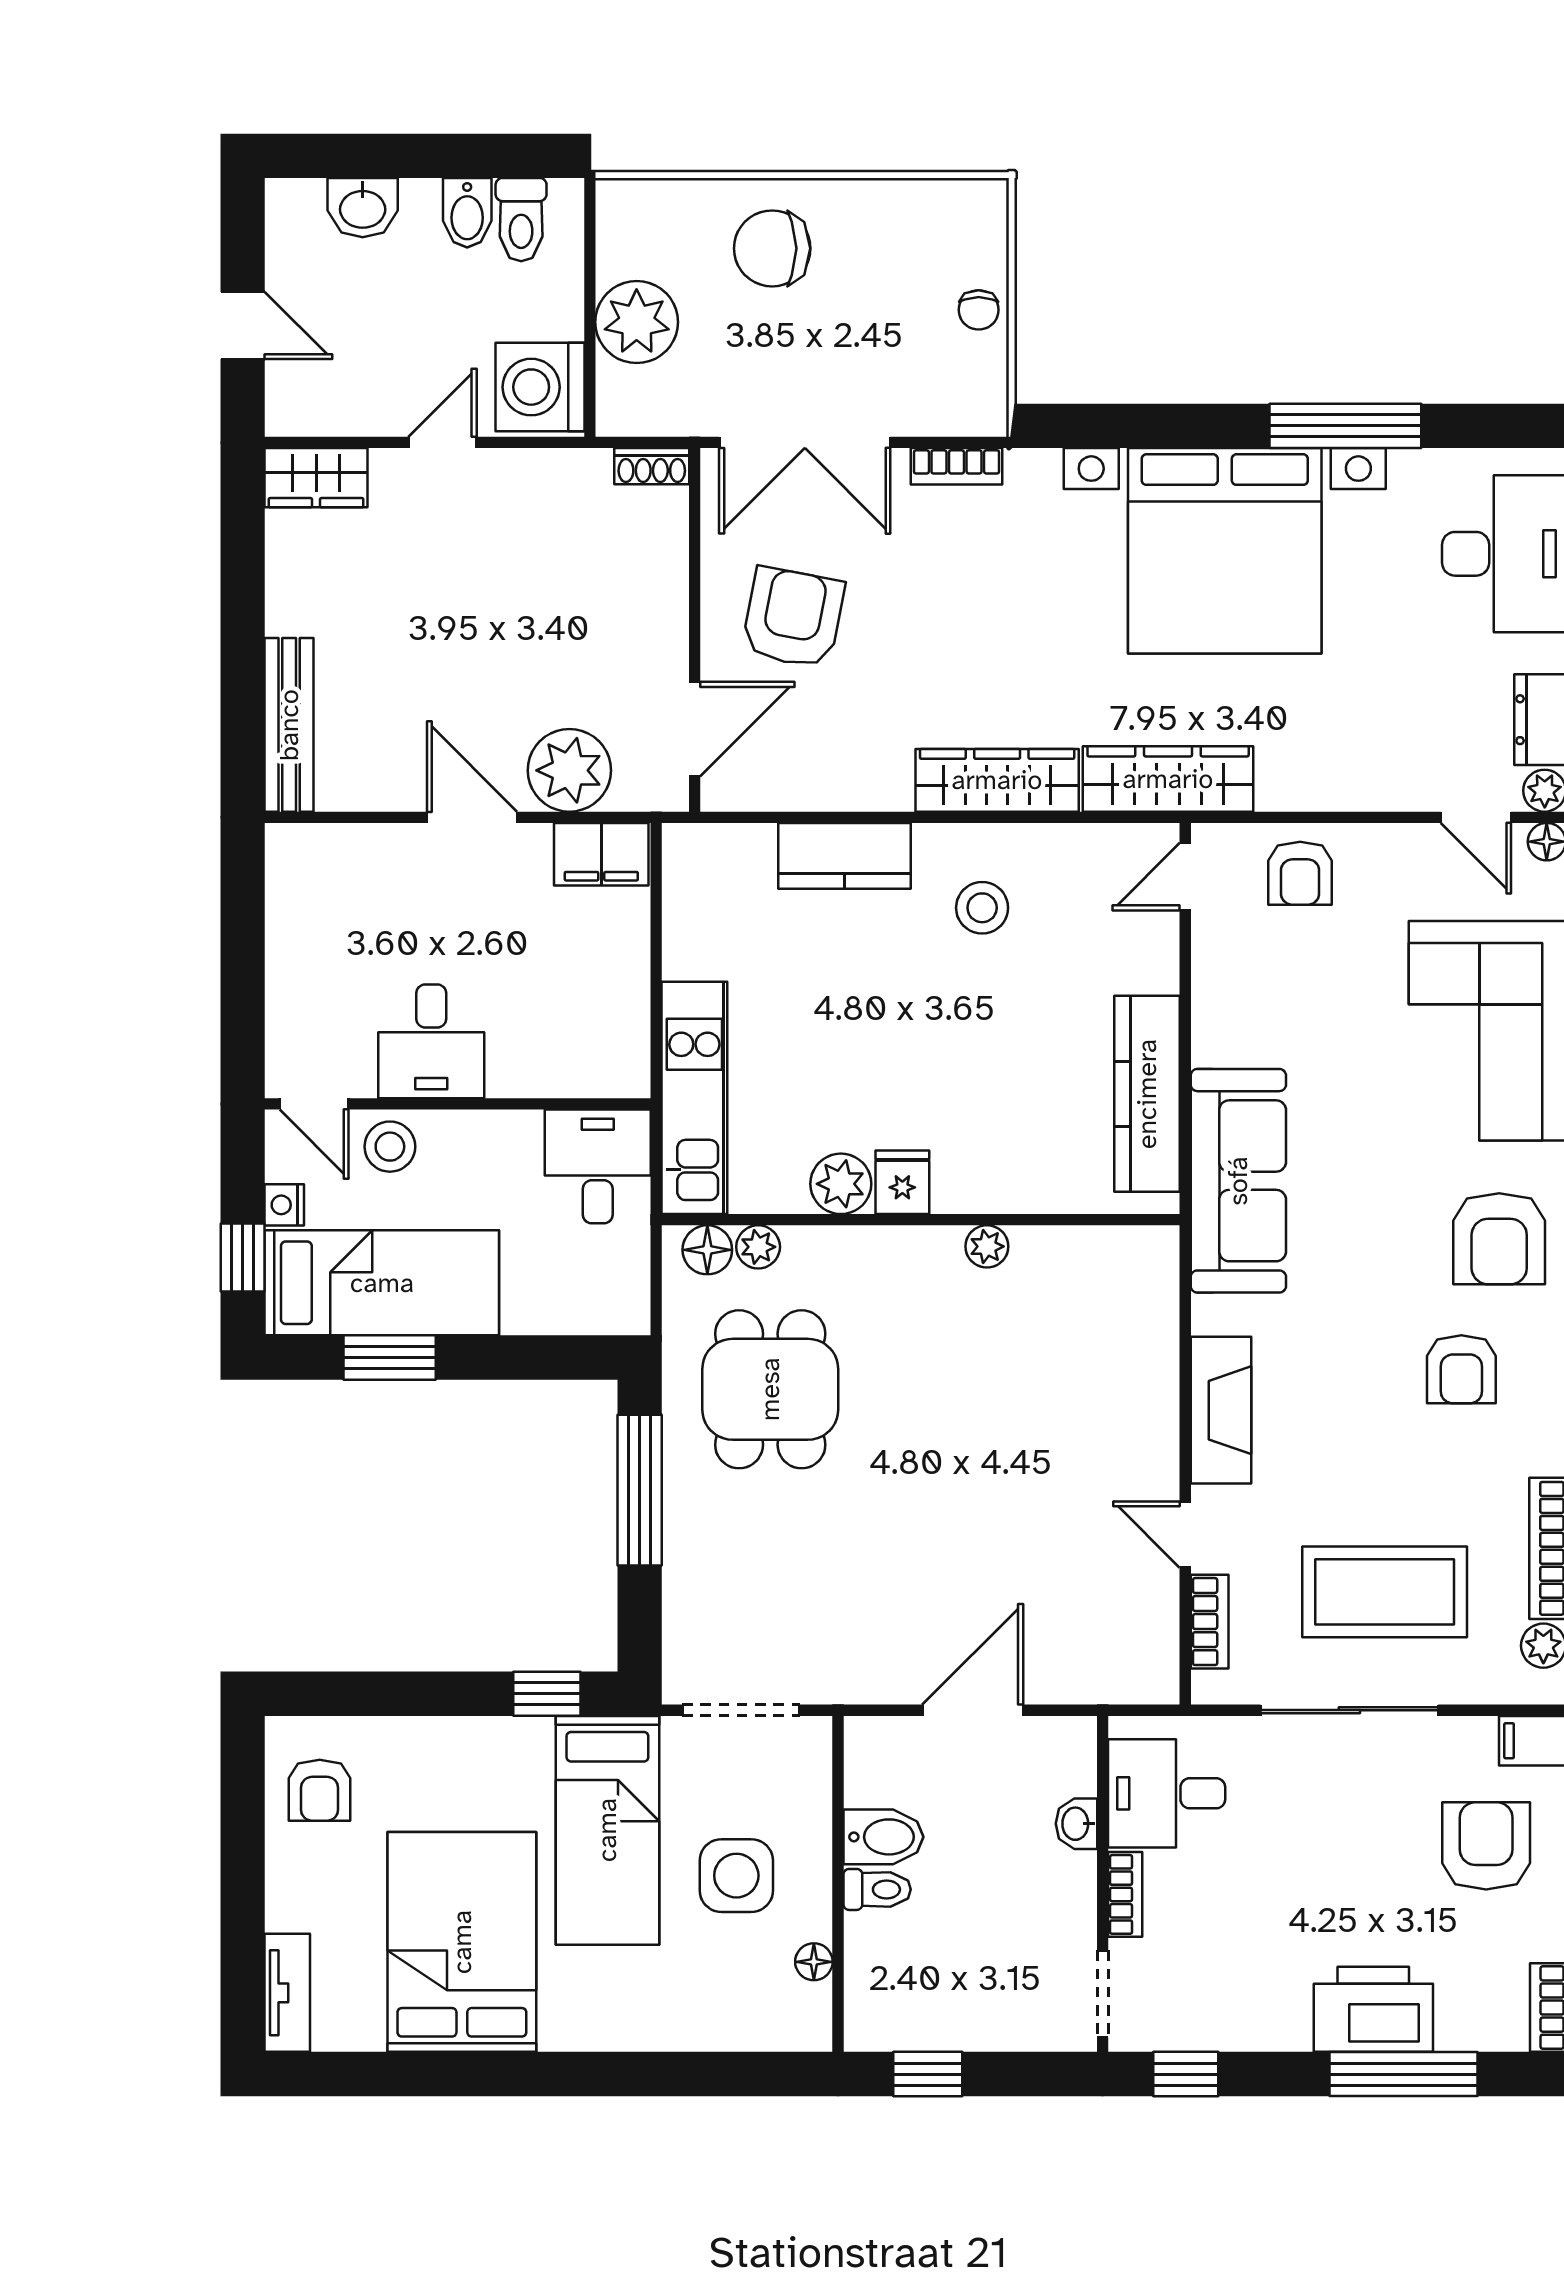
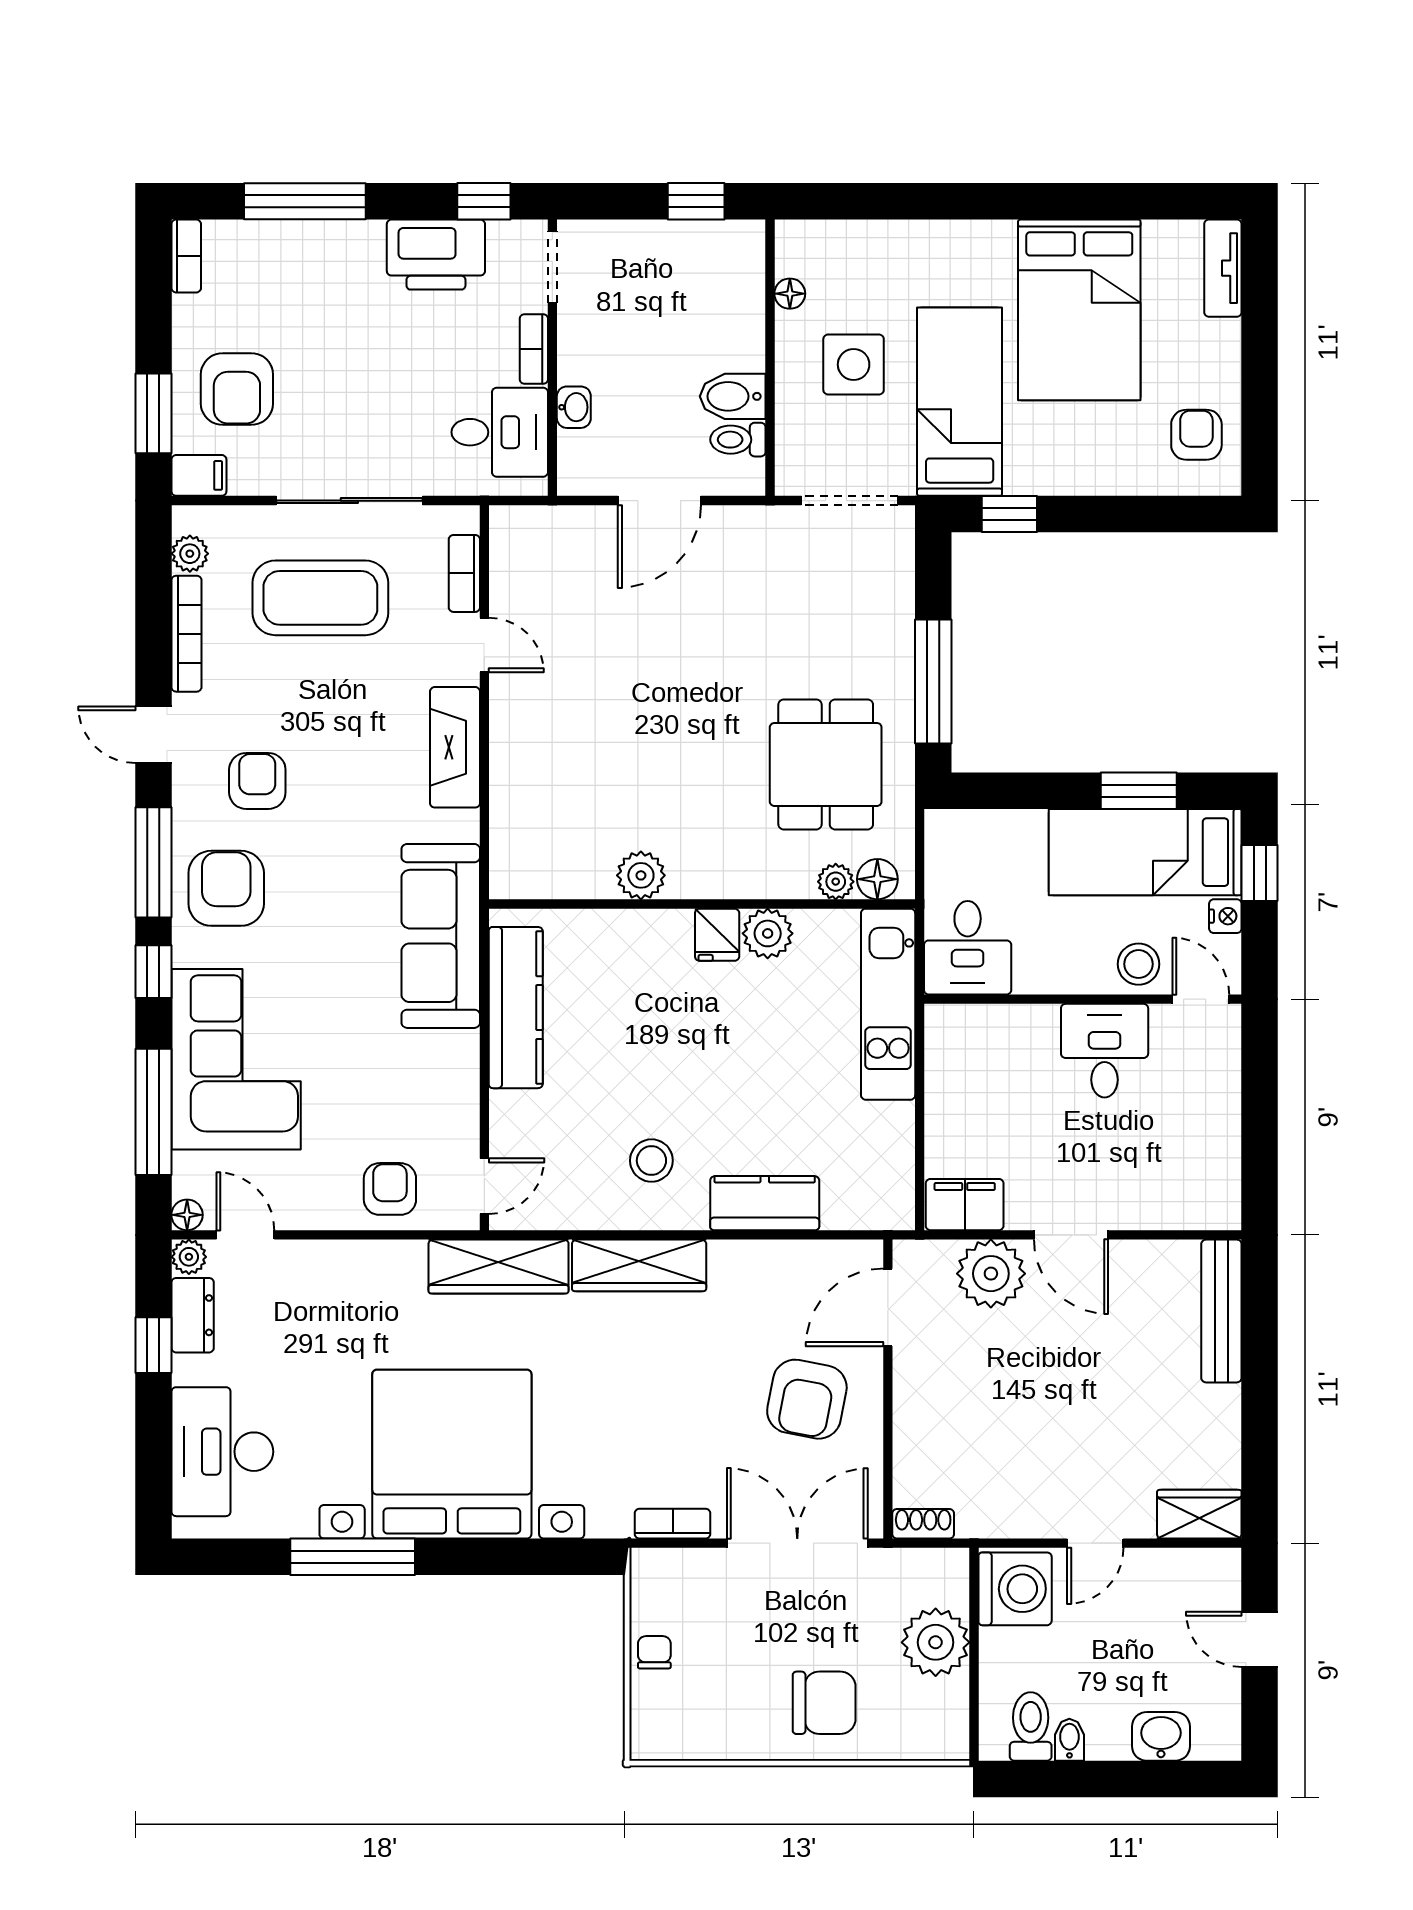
bidet: (467, 213) -> (1069, 1740), width x0.72, depth x0.74
plant: (987, 1246) -> (641, 875), width x1.38, depth x1.38
toilet: (877, 1889) -> (738, 440), moved
printer: (1373, 2009) -> (436, 255), moved

